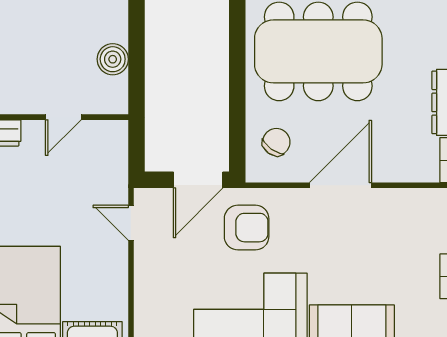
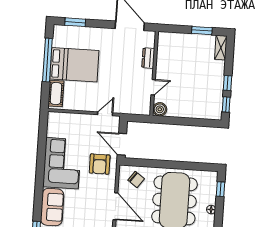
boiler: (113, 59) -> (160, 109), moved
door: (63, 117) -> (153, 87), swing flipped

